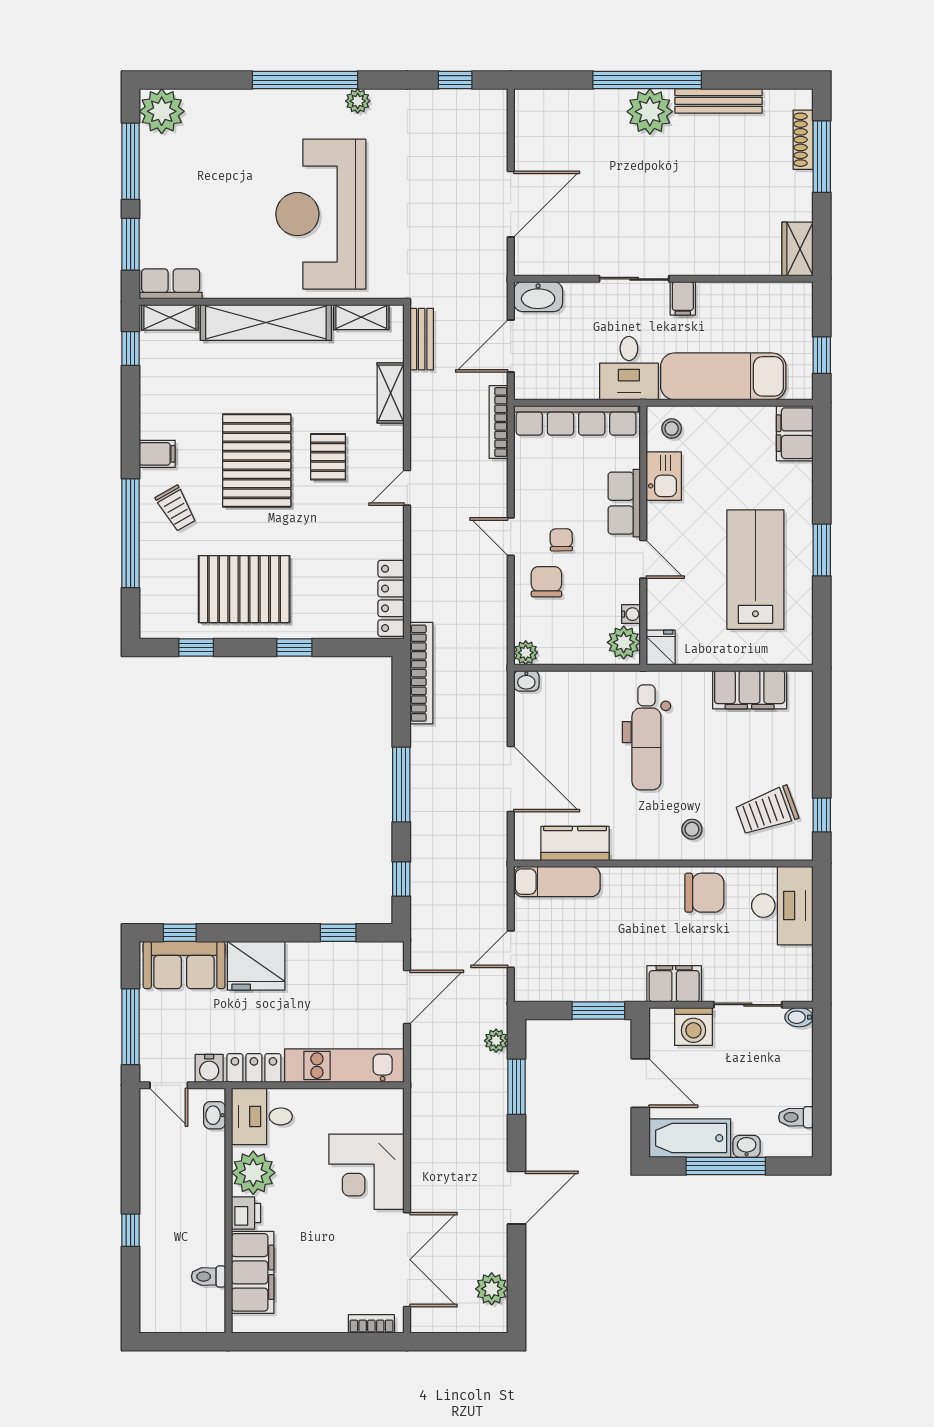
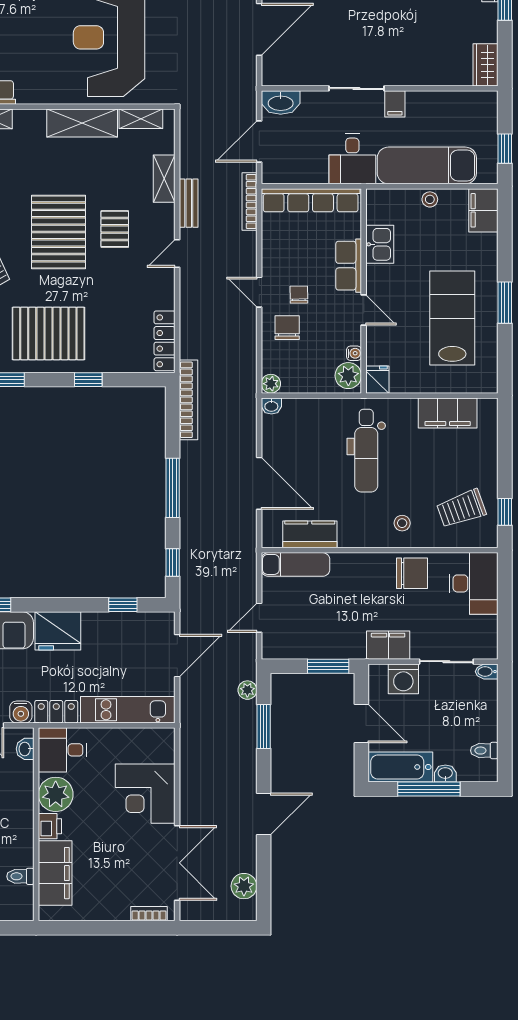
shelving: (266, 323) -> (82, 123), width x0.68
bench: (422, 339) -> (189, 203), moved
stool: (672, 428) -> (430, 199), moved

